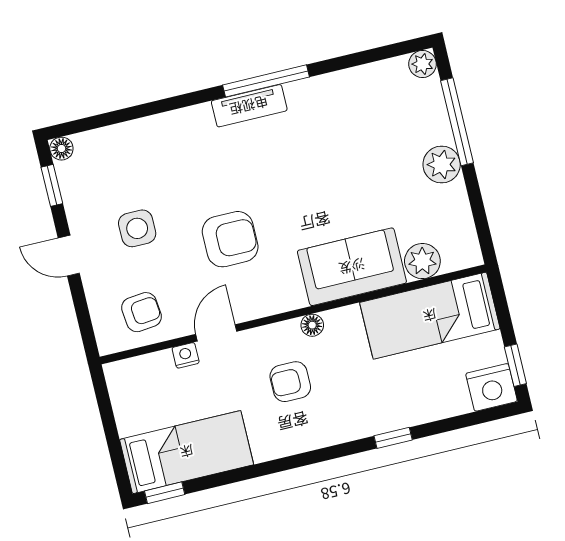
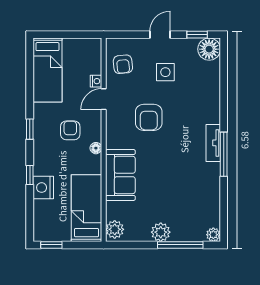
floor lamp: (61, 149) -> (209, 49), width x1.89, depth x1.89
plant: (422, 261) -> (115, 229), moved
door: (216, 333) -> (104, 99), swing flipped
nightstand: (491, 387) -> (43, 188), moved
window: (165, 493) -> (30, 129), moved

